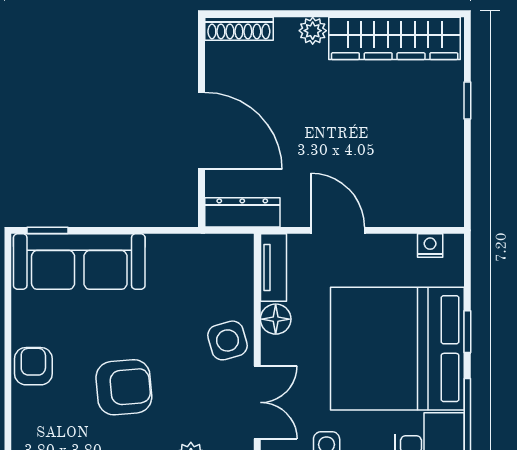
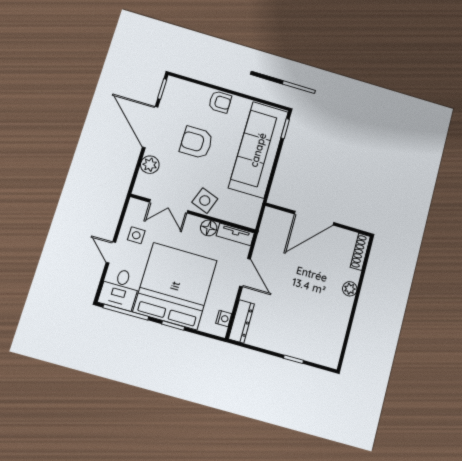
wardrobe: (395, 38) -> (335, 330), removed
dresser: (242, 212) -> (241, 321), moved
door: (338, 230) -> (245, 273), hinge flipped
sofa: (79, 262) -> (258, 150), width x1.36, depth x1.27
side table: (227, 340) -> (205, 201), turned 36
armchair: (124, 387) -> (196, 142), turned 95

